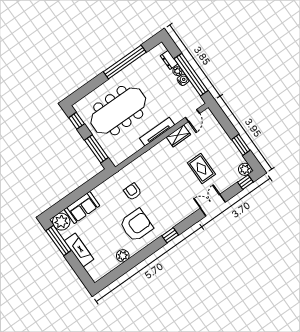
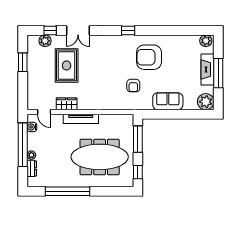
water cooler: (183, 80) -> (32, 127), moved
door: (193, 115) -> (44, 112), swing flipped
rug: (201, 169) -> (67, 65), width x1.36, depth x1.43
plant: (245, 169) -> (45, 41), moved
window: (245, 182) -> (50, 30), moved
sofa: (82, 208) -> (168, 101), moved
window: (59, 240) -> (218, 73), moved
plant: (123, 256) -> (206, 41), moved

